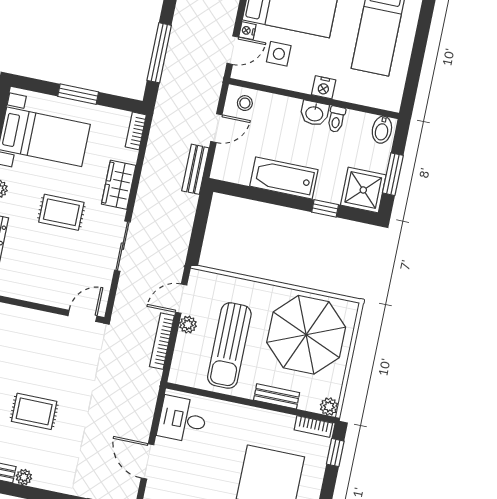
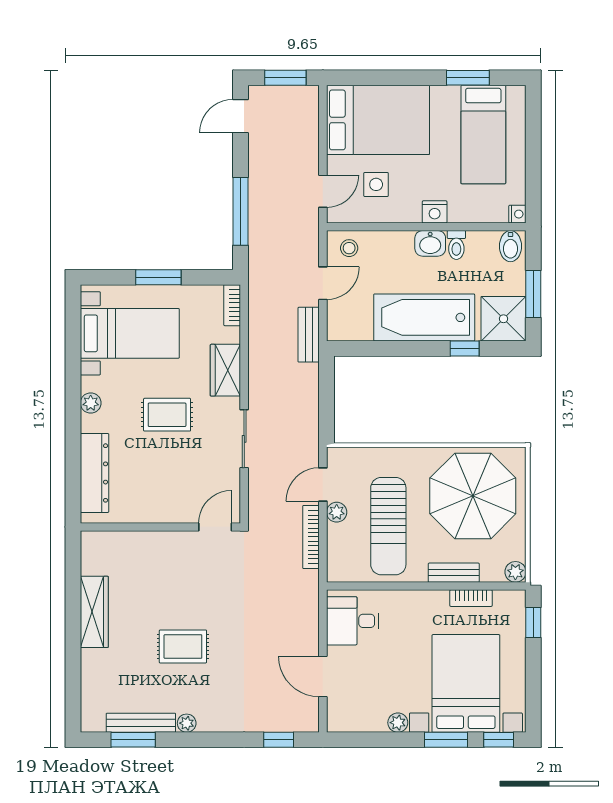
nightstand: (247, 31) -> (517, 214), moved, turned 180
bathtub: (284, 178) -> (424, 317), width x1.36, depth x1.36
bookcase: (313, 426) -> (471, 598), moved

